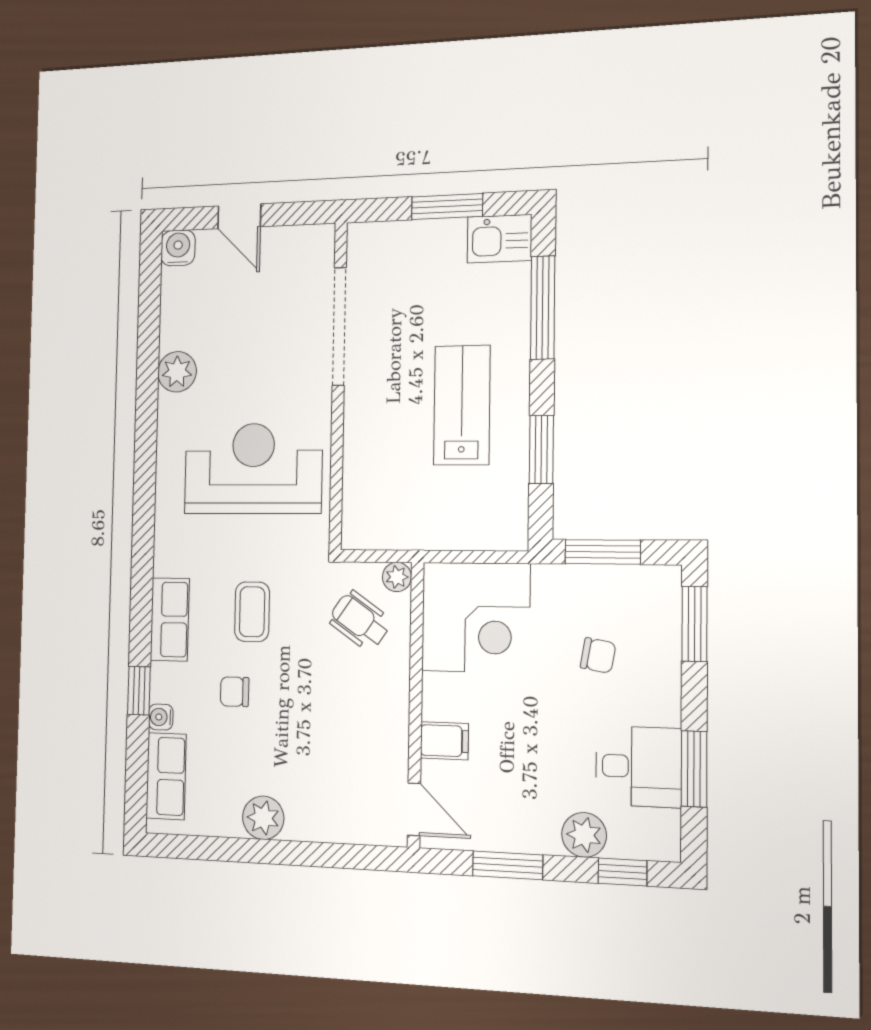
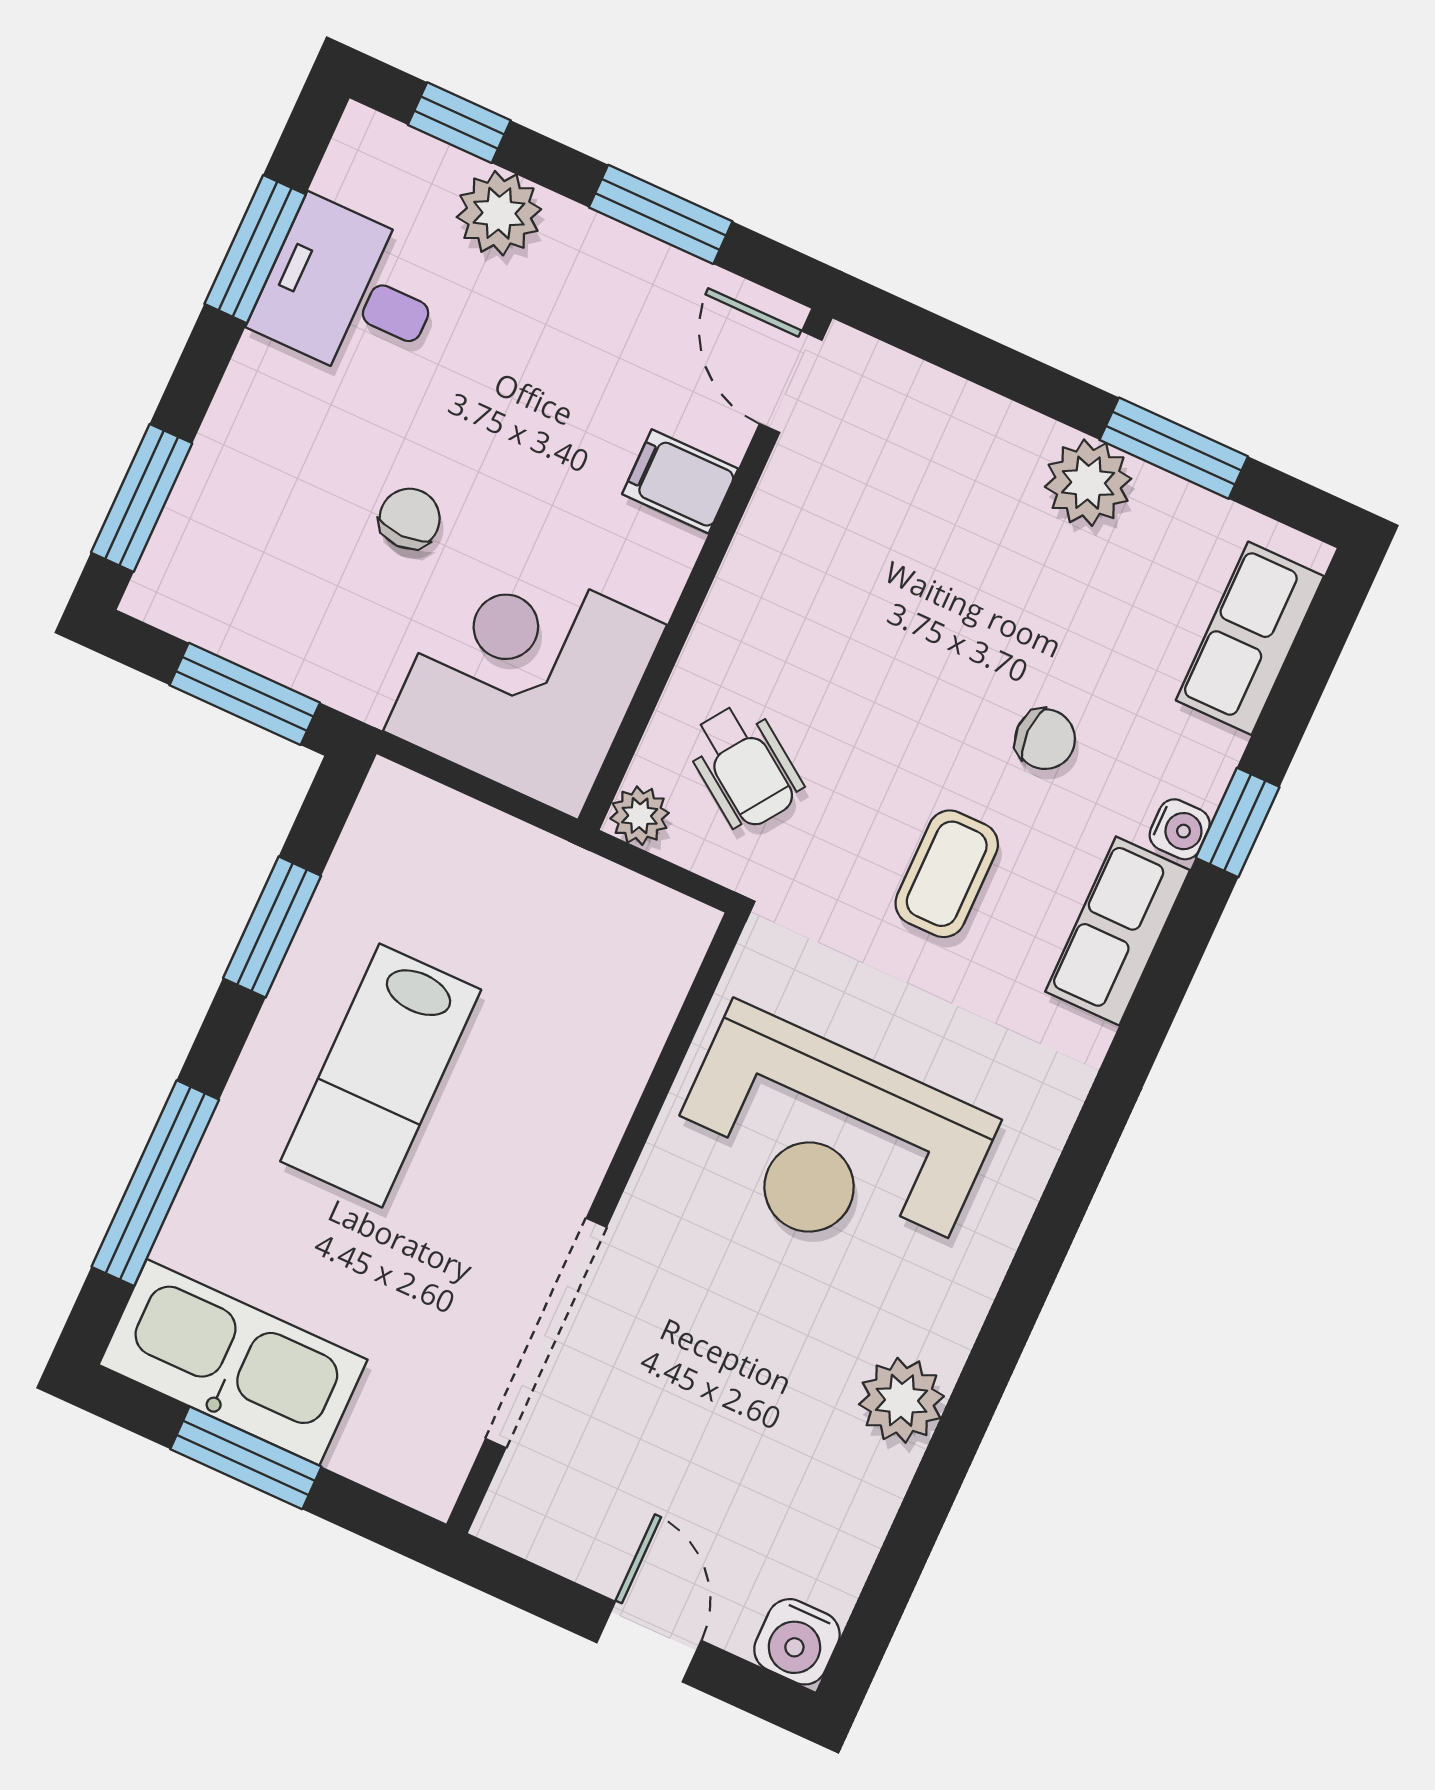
kitchen sink: (499, 239) -> (233, 1362), width x1.87, depth x1.24
chair: (598, 655) -> (410, 519), moved, turned 80
water cooler: (161, 717) -> (1180, 829), moved
window: (233, 850) -> (1174, 448), added

